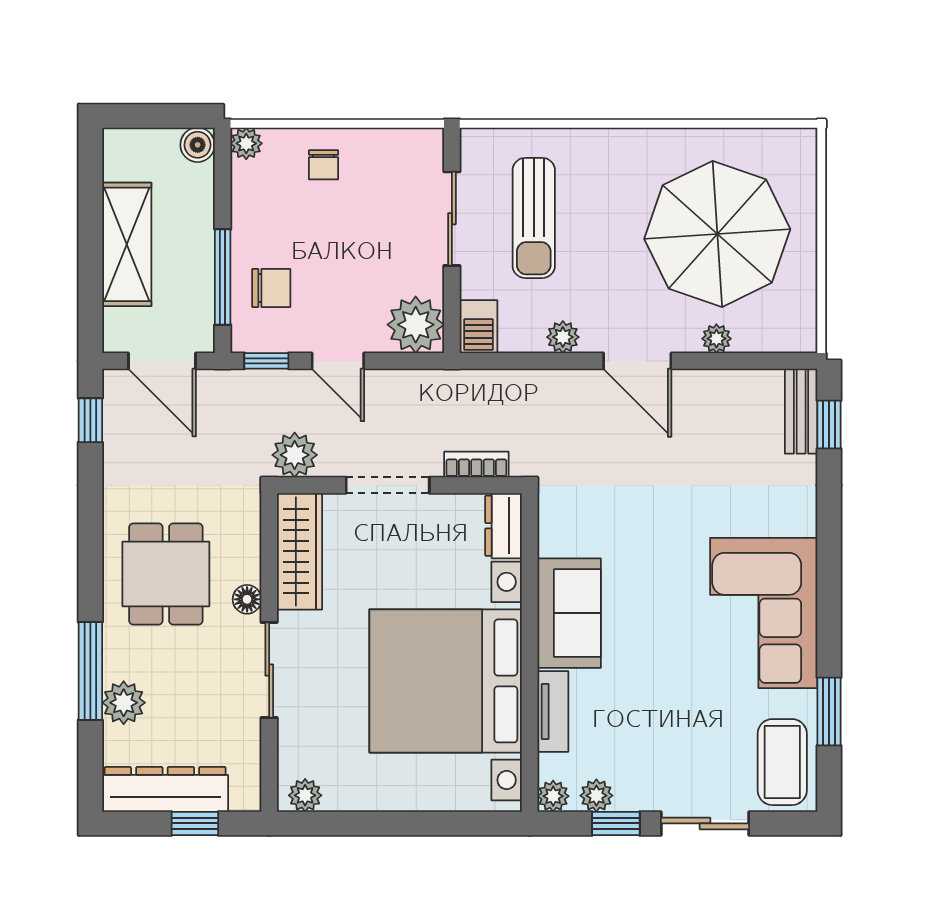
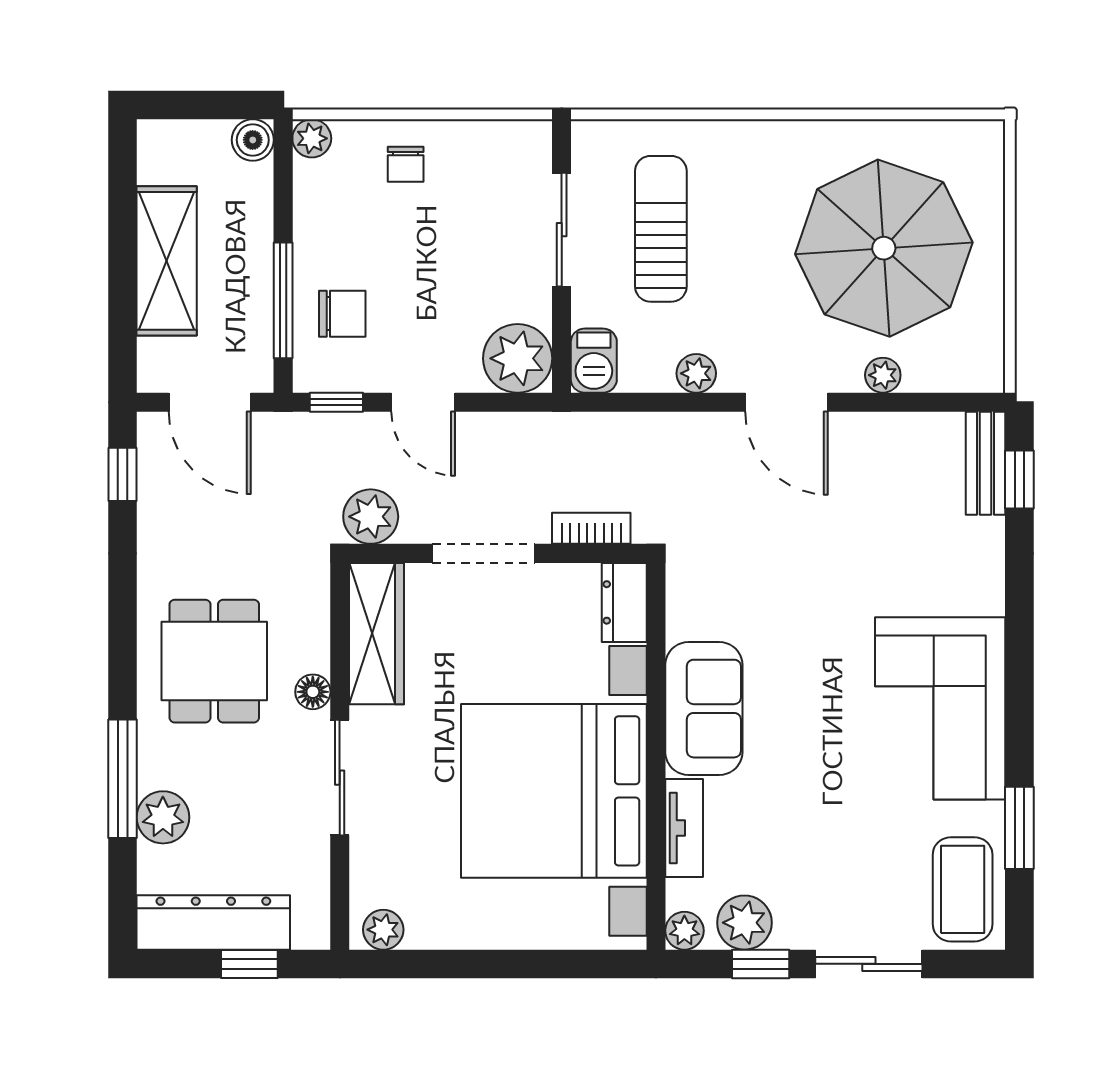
sun lounger: (534, 218) -> (661, 229), turned 180
plant: (596, 796) -> (744, 923), width x1.38, depth x1.38

